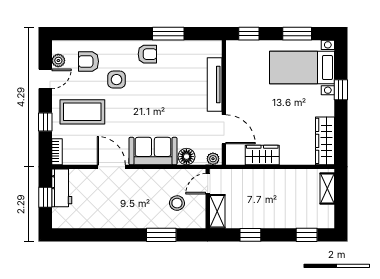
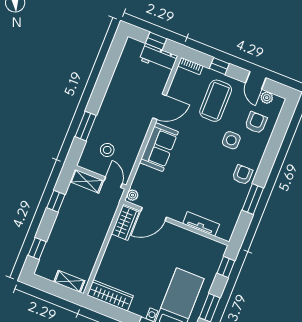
armchair: (147, 54) -> (242, 175), turned 180
tv unit: (215, 84) -> (201, 224), width x0.71
wardrobe: (262, 155) -> (125, 223), moved
floor lamp: (186, 157) -> (143, 174), removed

